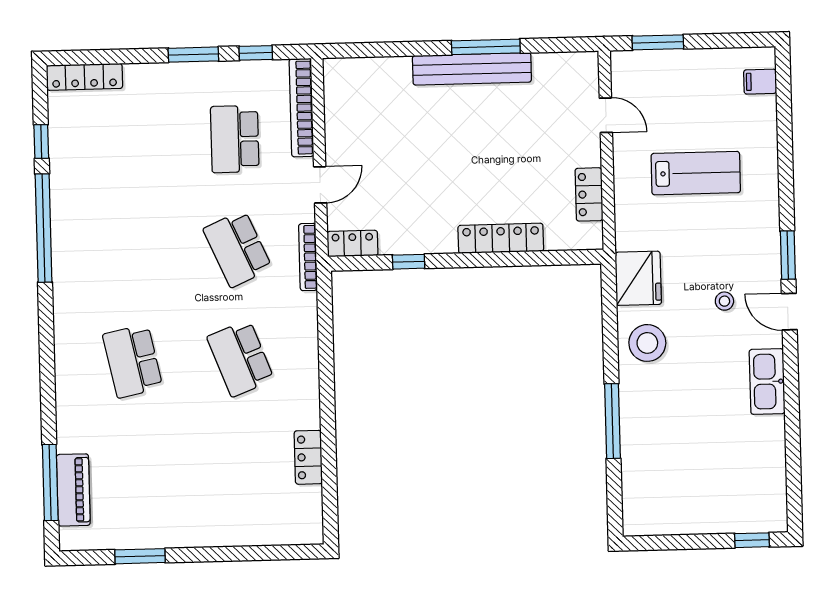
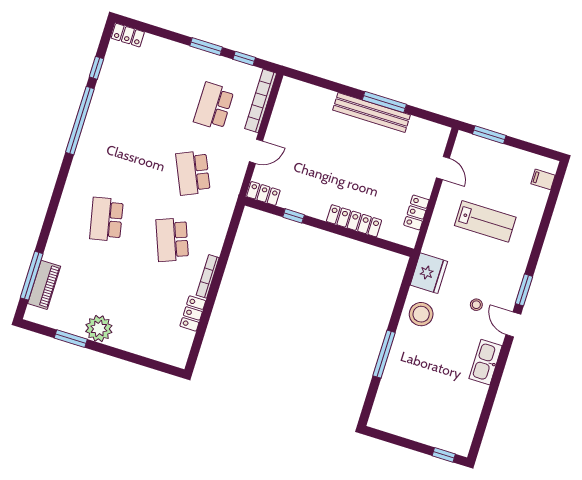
locker: (84, 77) -> (128, 35), width x0.66
bookcase: (308, 257) -> (208, 276), moved
plant: (177, 527) -> (99, 329), added

